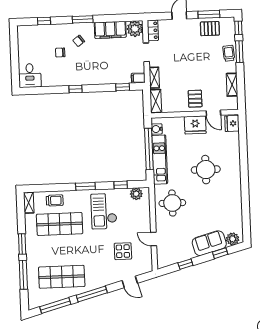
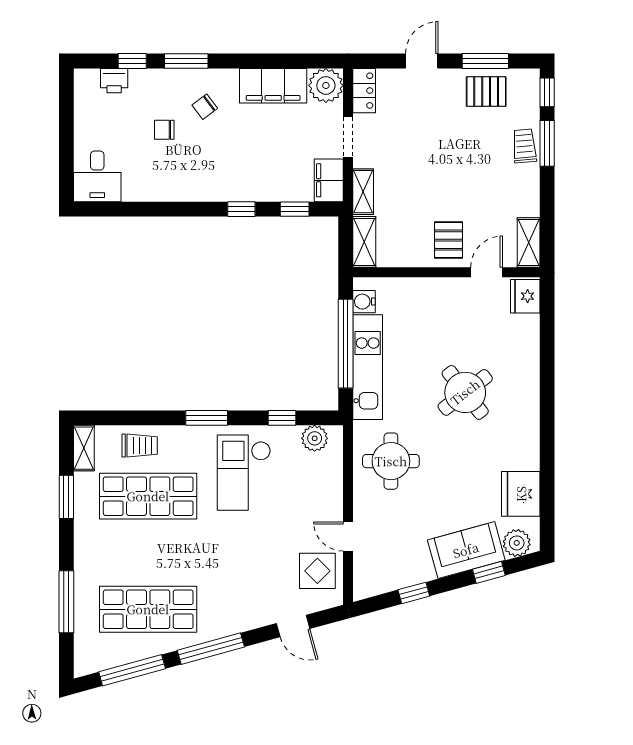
window: (83, 19) -> (186, 61), moved
printer: (36, 30) -> (114, 81), added
filing cabinet: (138, 78) -> (329, 180), width x2.00
shelving: (232, 85) -> (529, 242), moved
window: (75, 89) -> (241, 209), moved
door: (213, 113) -> (487, 272), swing flipped
fridge: (195, 125) -> (521, 494), moved, turned 90
round table: (206, 170) -> (465, 392), turned -38
window: (22, 244) -> (66, 497), moved
display table: (123, 251) -> (317, 571), moved

